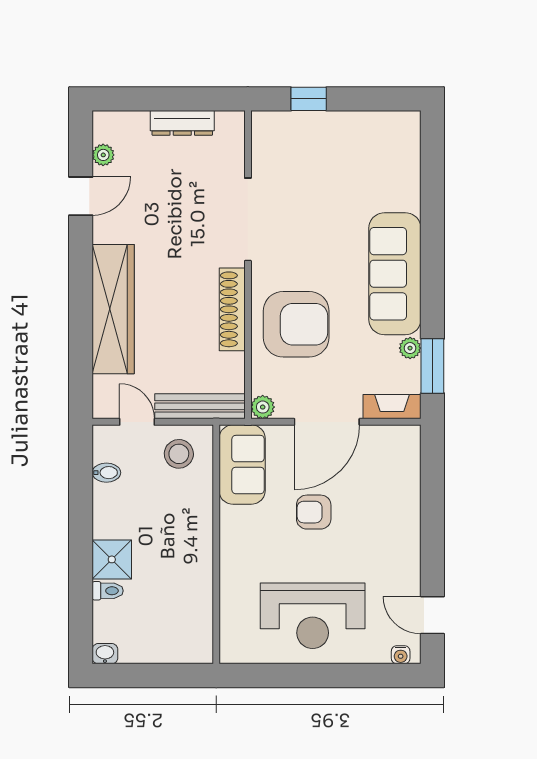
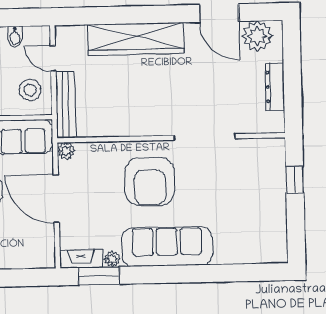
plant: (103, 155) -> (257, 36), width x1.88, depth x1.88
door: (81, 196) -> (219, 13), width x1.38
shoe rack: (232, 309) -> (138, 127), removed
armchair: (296, 324) -> (150, 181), moved
fireplace: (392, 407) -> (81, 259), moved, turned -90
door: (137, 422) -> (53, 58), swing flipped

